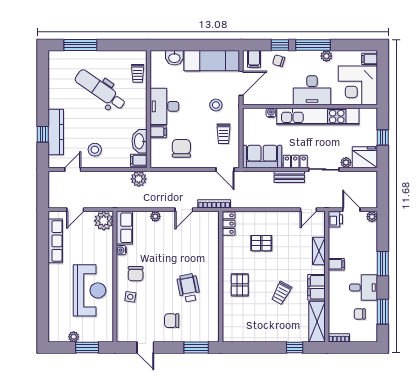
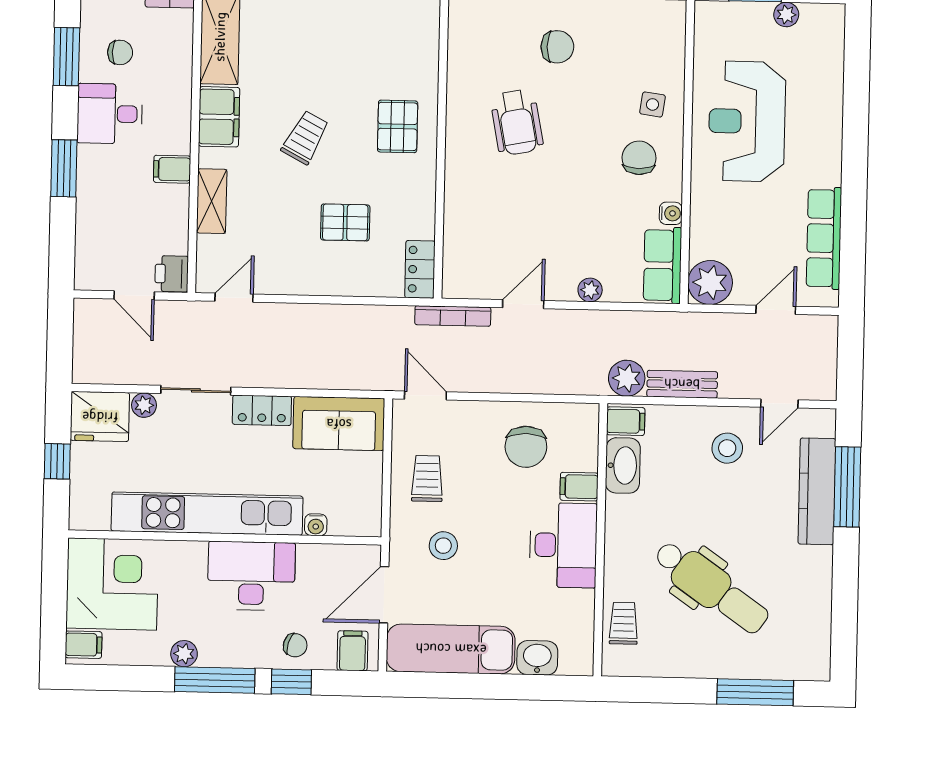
desk: (312, 90) -> (251, 576), moved
window: (43, 134) -> (847, 487), width x2.17
bench: (289, 177) -> (682, 384), moved
plant: (372, 217) -> (87, 278), removed
trolley: (281, 293) -> (305, 137), moved

